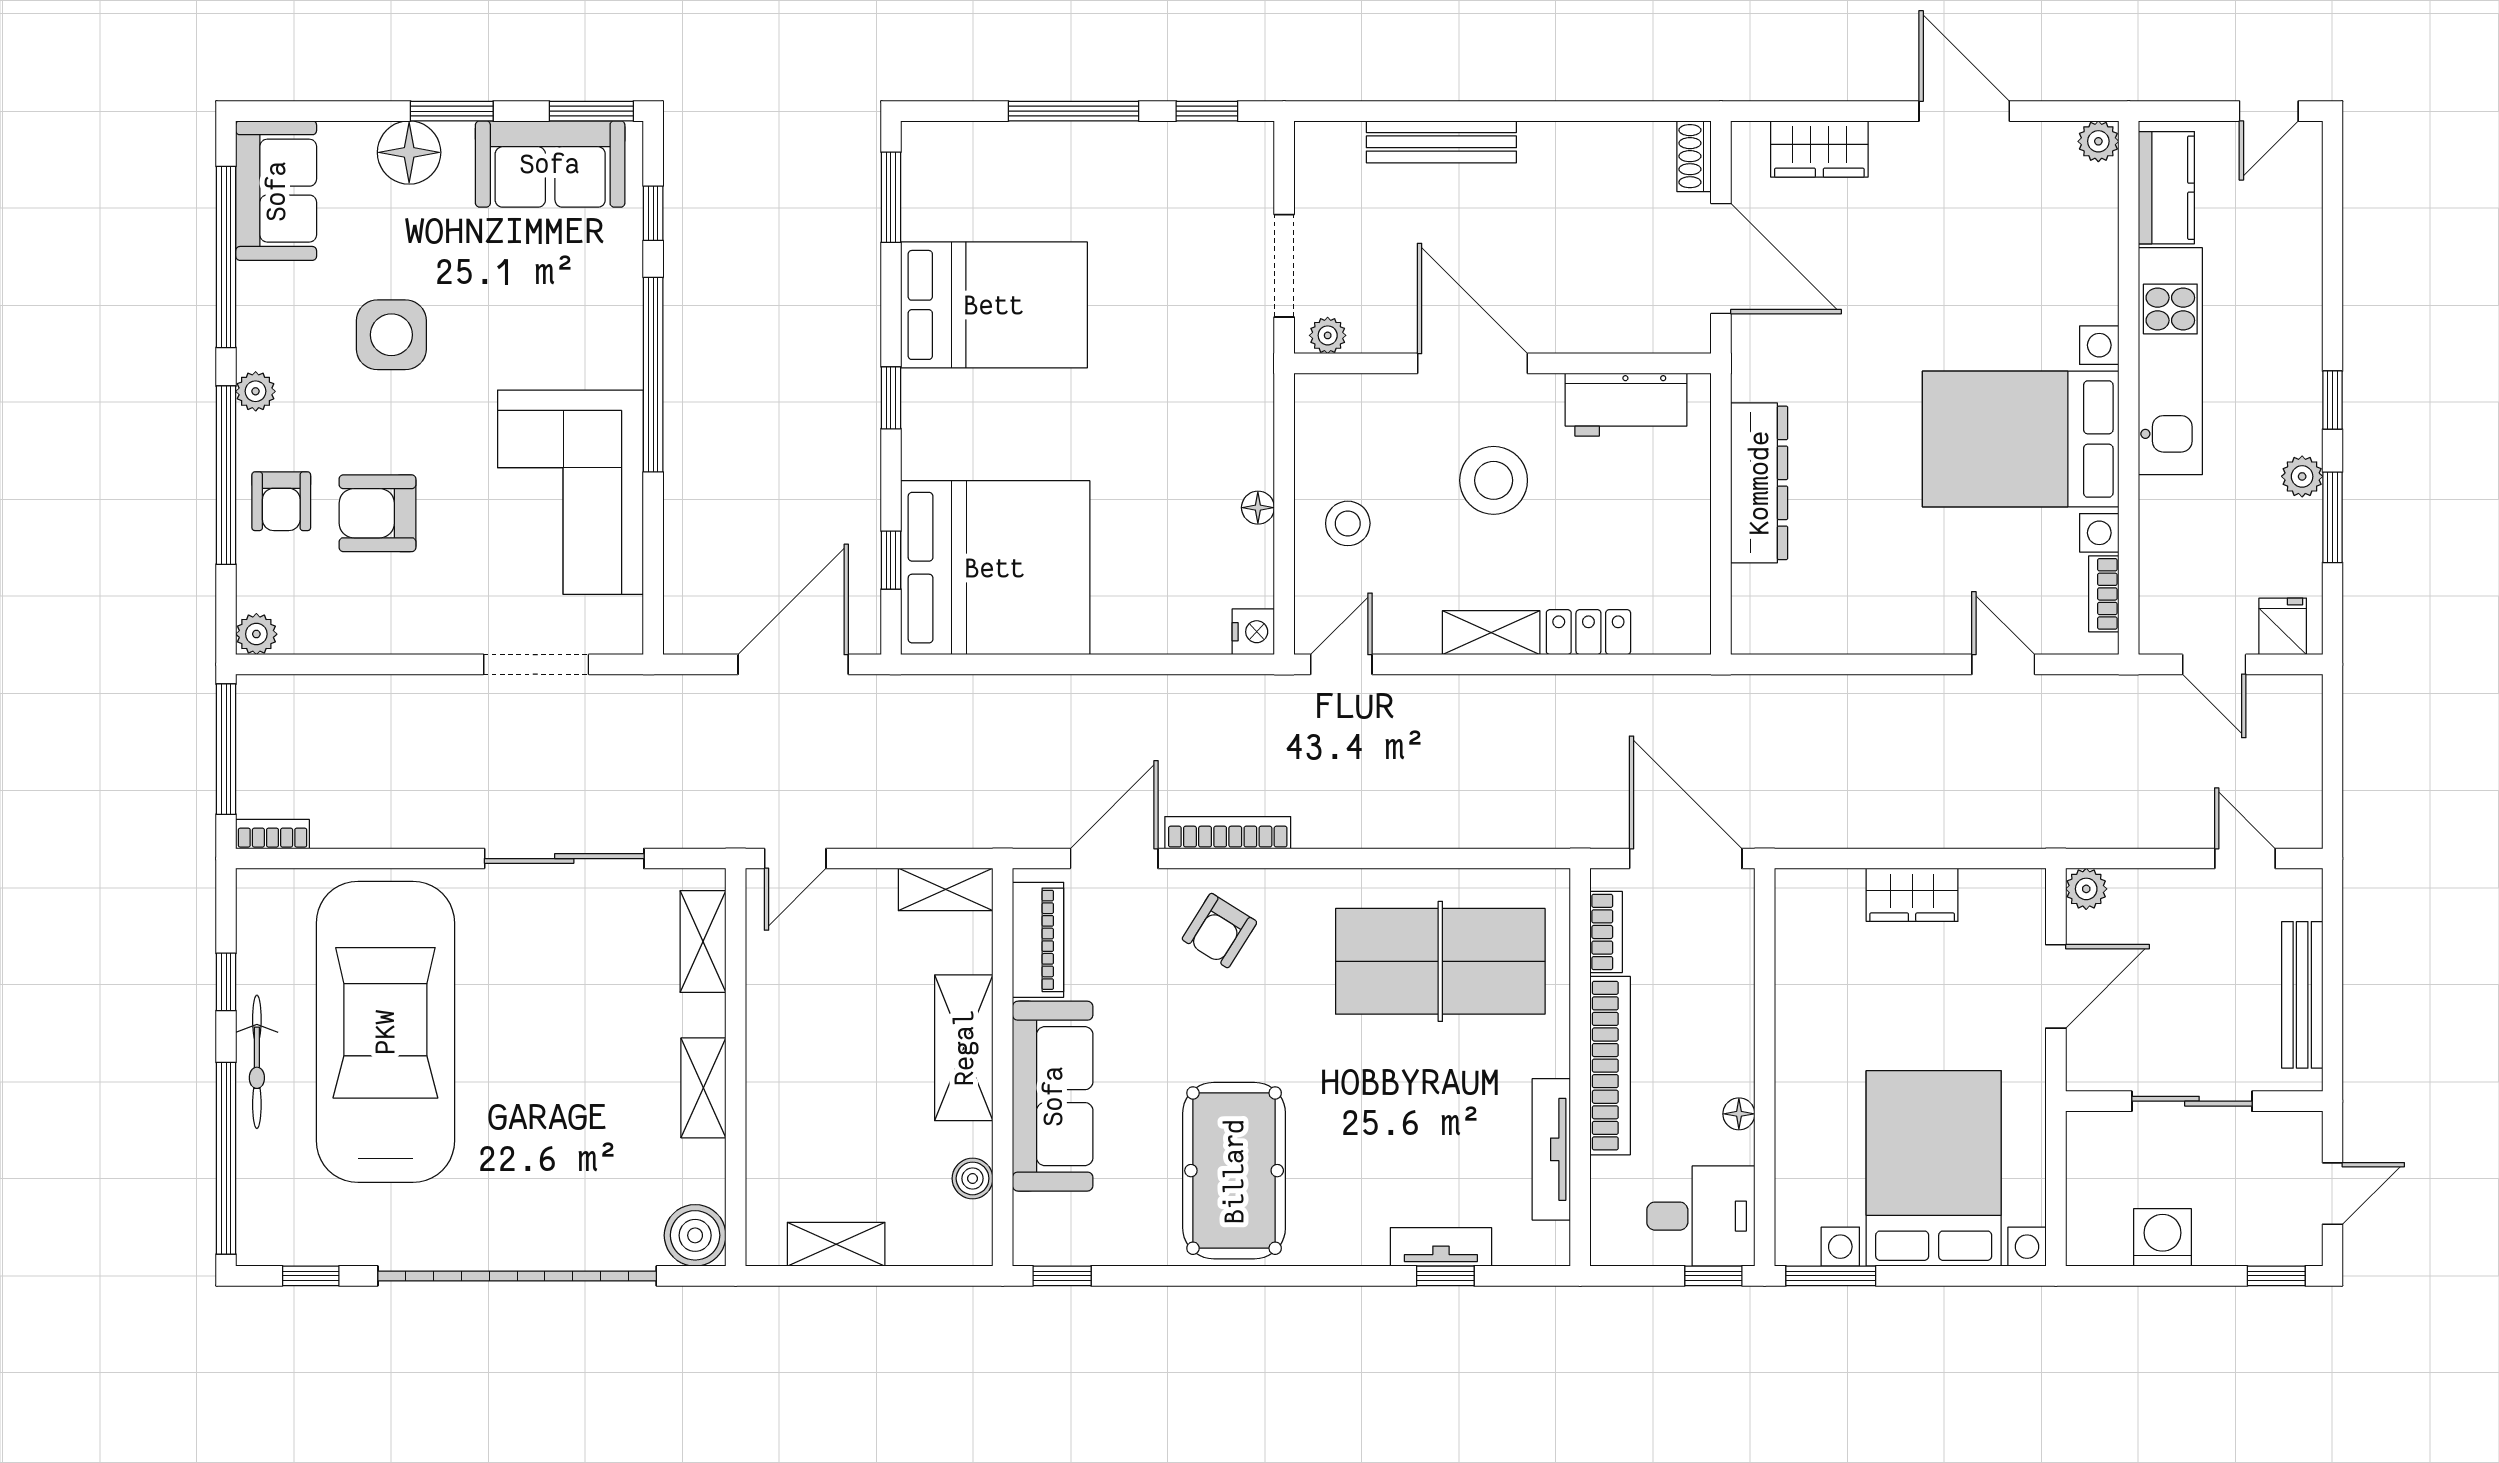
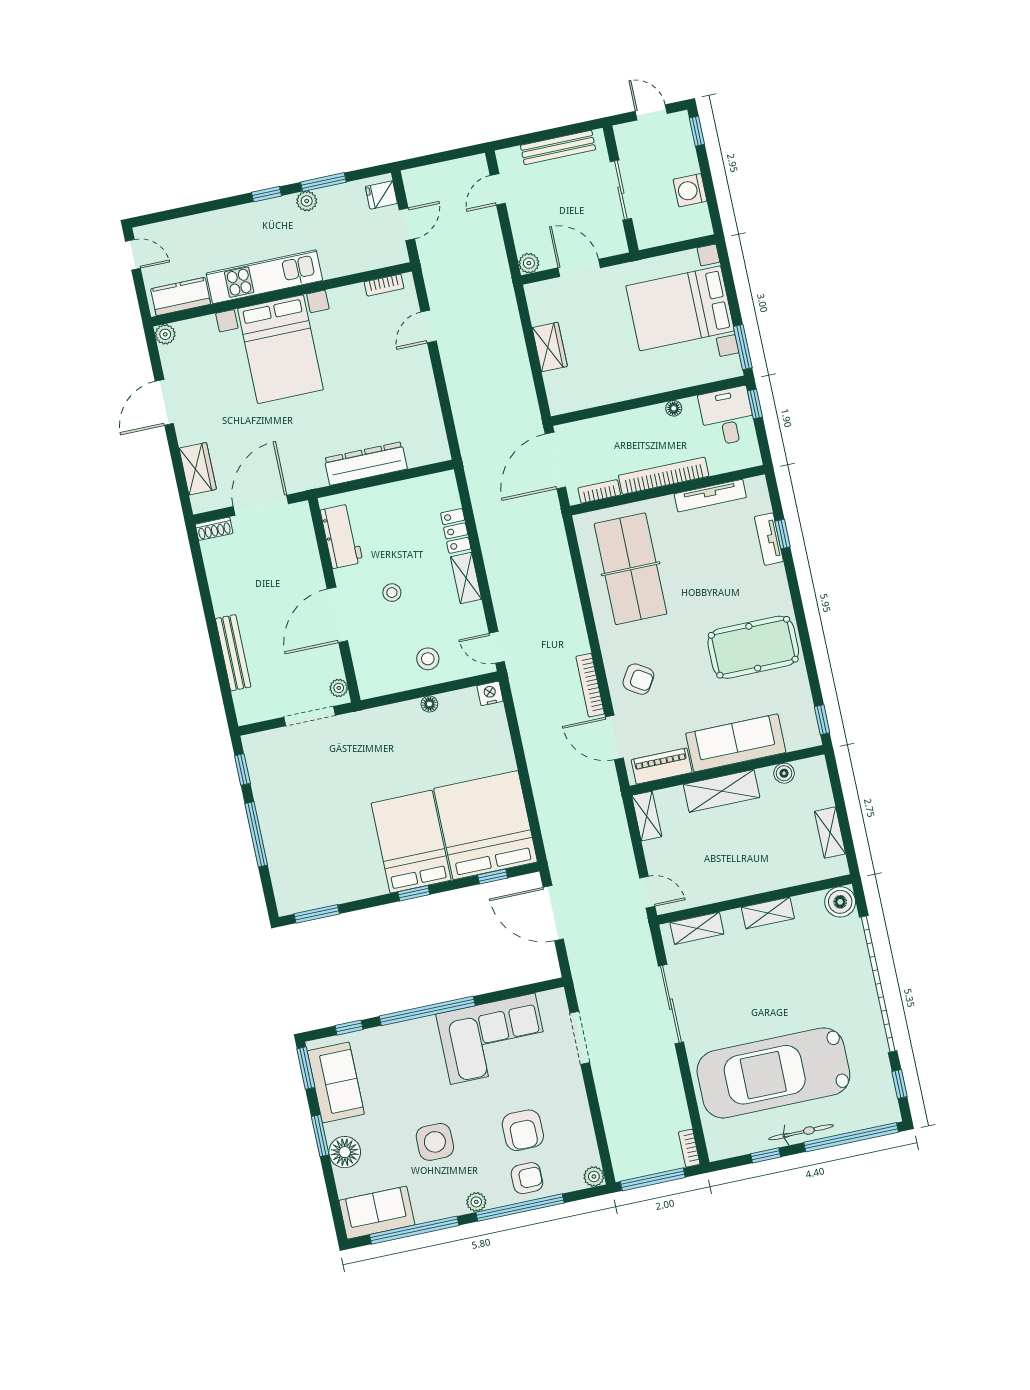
bed: (994, 305) -> (411, 842), moved
bed with nightstands: (2021, 439) -> (280, 349), moved
stool: (1494, 480) -> (392, 593), width x0.53, depth x0.53

